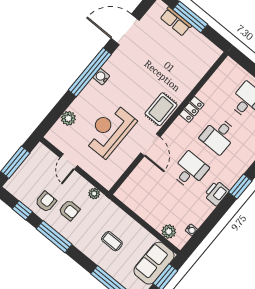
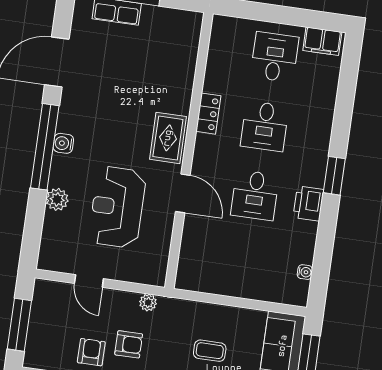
plant: (68, 118) -> (57, 199), moved
desk: (190, 170) -> (255, 195), turned 180
plant: (169, 232) -> (276, 292), removed

